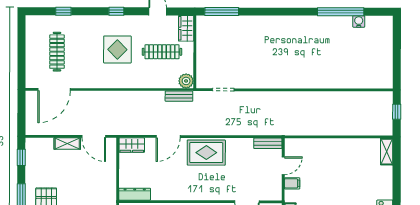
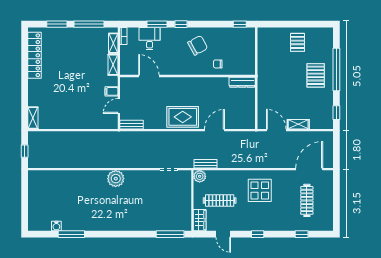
window: (341, 12) -> (71, 234), width x0.68
display table: (117, 49) -> (260, 190), moved
plant: (287, 78) -> (116, 179), added
wardrobe: (132, 145) -> (245, 123), removed

